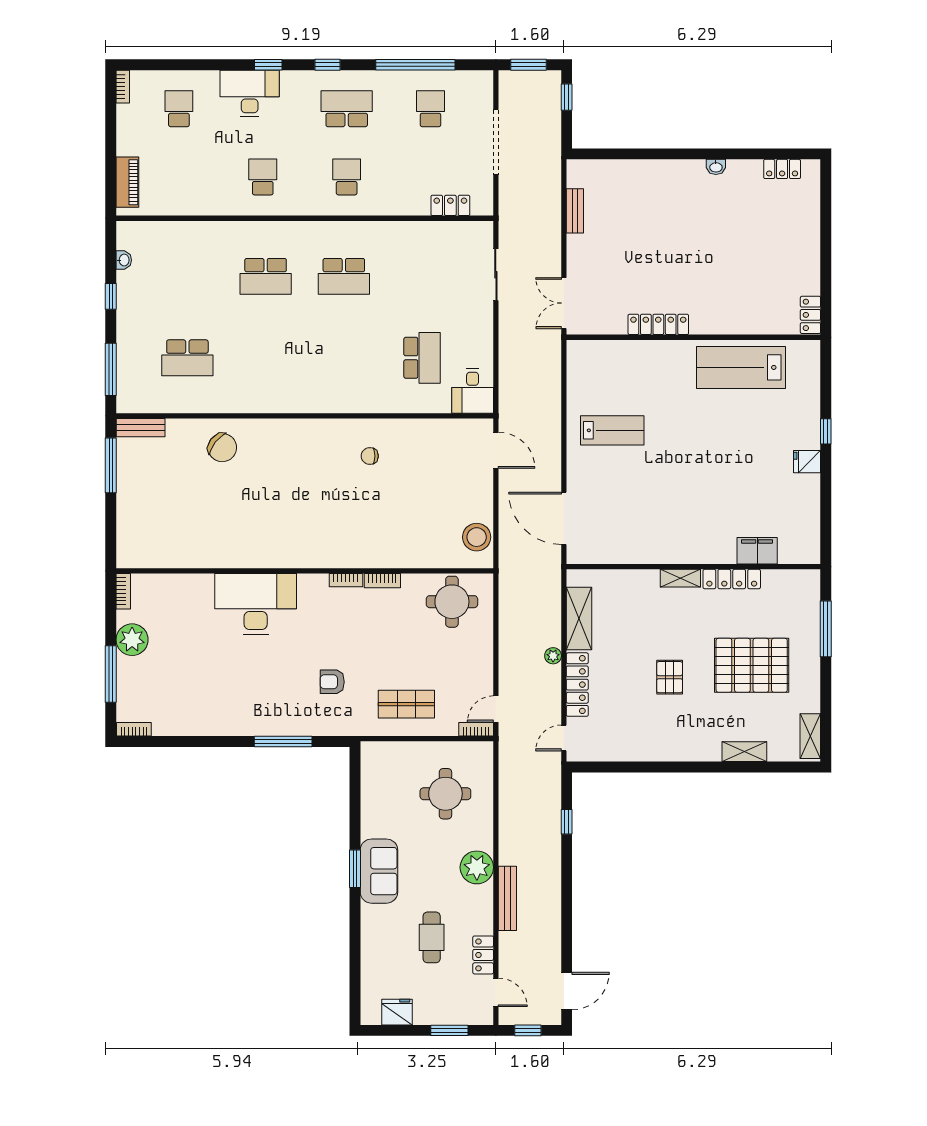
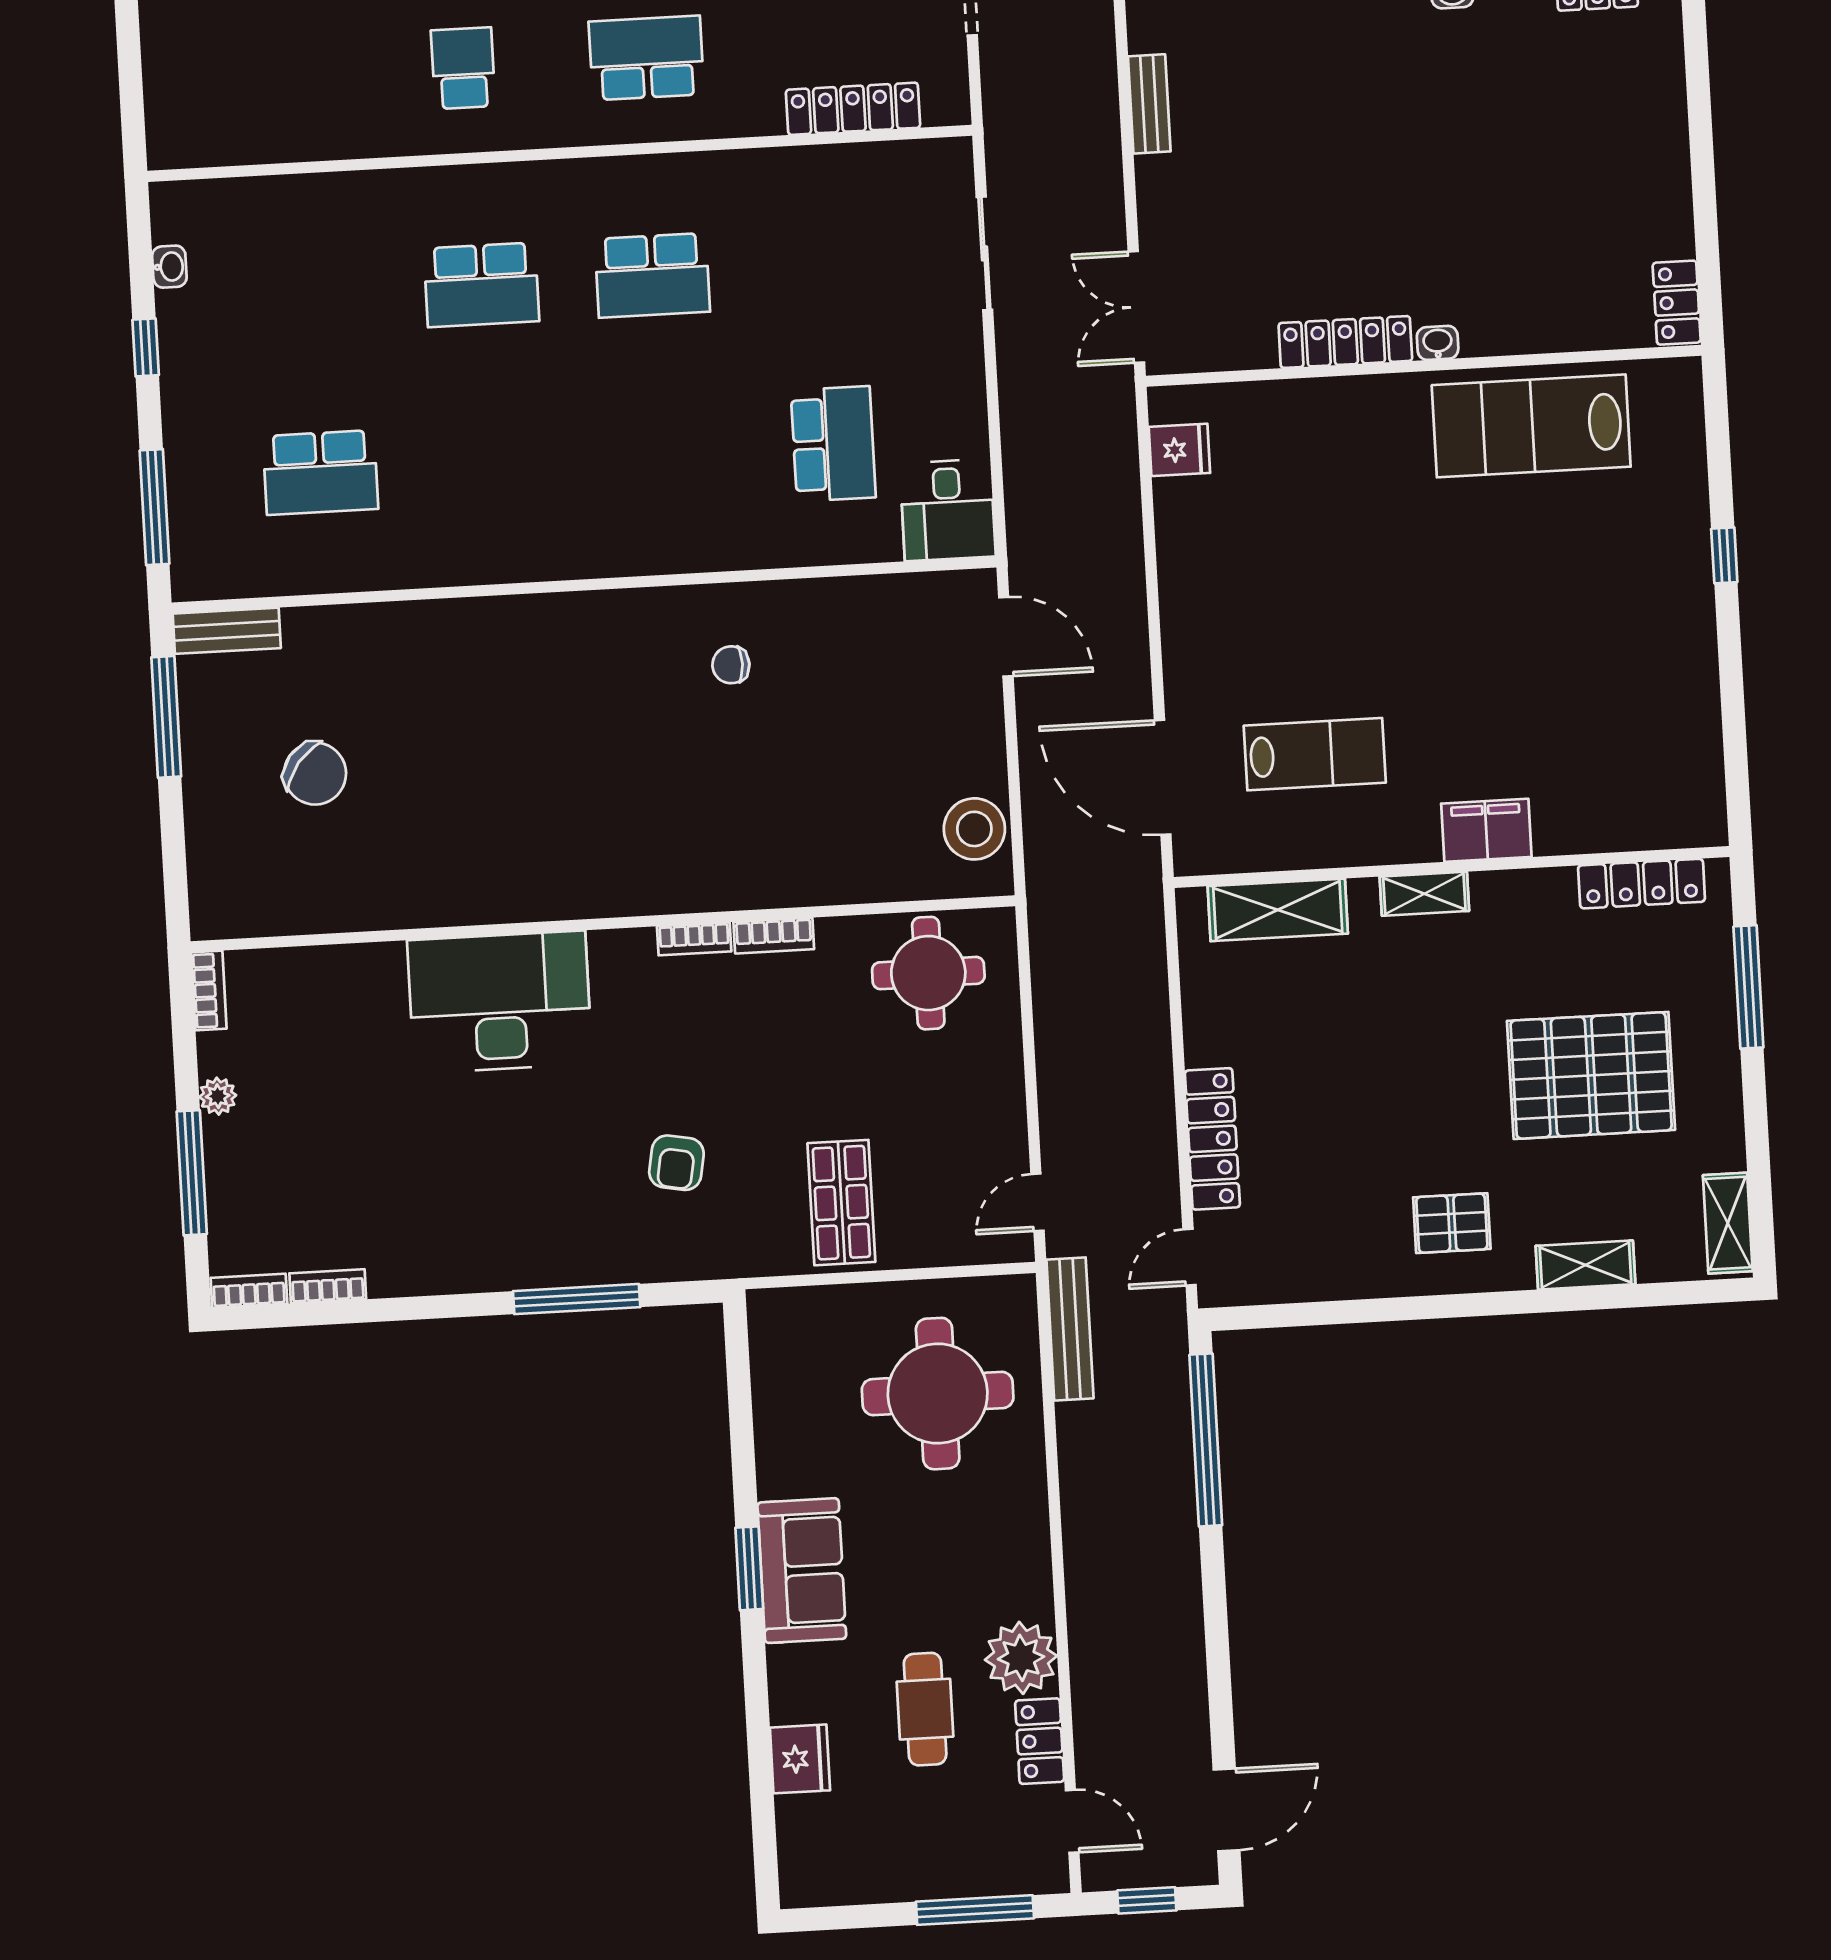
school desk: (347, 177) -> (646, 58), width x1.85
piano: (127, 182) -> (168, 96), removed
locker: (450, 205) -> (853, 109), width x1.53
washbasin: (700, 327) -> (1438, 343), added
lab bench: (612, 430) -> (1315, 754), moved
chair: (222, 448) -> (315, 774), moved
fridge: (807, 462) -> (1179, 450), moved, turned 180
filing cabinet: (757, 551) -> (1486, 830), moved
locker: (732, 579) -> (1642, 884), moved
shelving: (579, 619) -> (1278, 910), moved, turned 90
plant: (132, 640) -> (218, 1096), width x0.53, depth x0.53
plant: (553, 656) -> (1156, 1079), removed
pallet: (670, 677) -> (1452, 1223), moved, turned 90
armchair: (332, 682) -> (676, 1163), turned -80
shop shelf: (406, 704) -> (841, 1203), turned 90
bookcase: (476, 729) -> (328, 1286), moved
round table: (445, 794) -> (938, 1394), width x1.36, depth x1.36
window: (567, 822) -> (1206, 1440), width x3.17
plant: (477, 867) -> (1021, 1658), moved
bench: (507, 898) -> (1070, 1329), moved
fridge: (397, 1012) -> (800, 1759), moved, turned 90
window: (449, 1030) -> (975, 1910), width x1.44

